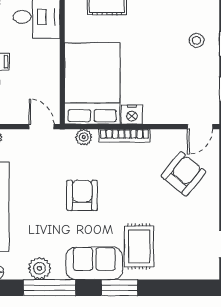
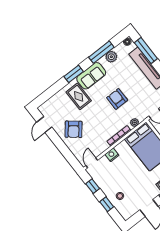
nightstand: (132, 115) -> (112, 155), moved
armchair: (183, 174) -> (74, 129), moved
armchair: (82, 195) -> (117, 99), turned 180

